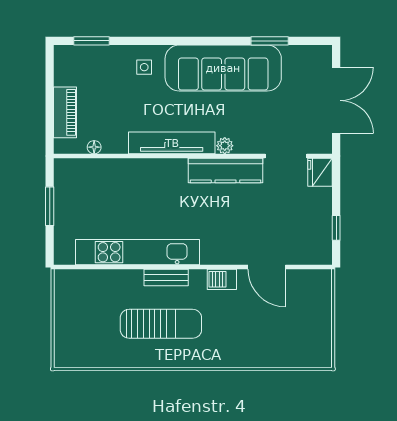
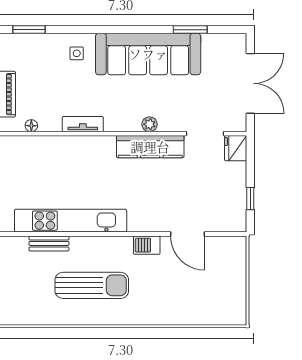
tv unit: (172, 143) -> (83, 124), width x0.52, depth x0.78
bench: (166, 277) -> (49, 243), moved

